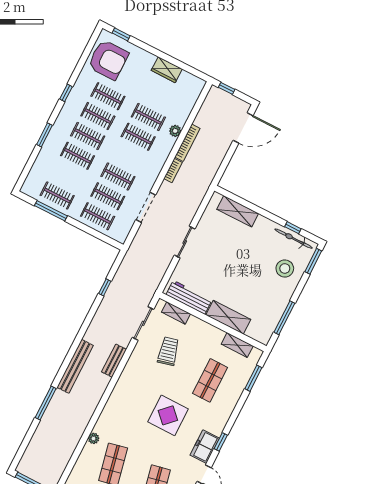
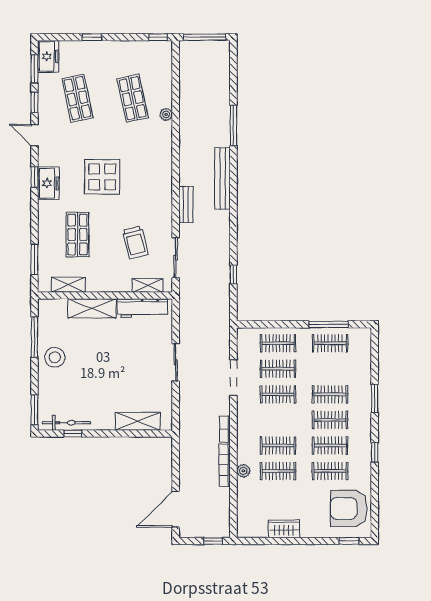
stool: (285, 268) -> (55, 357), moved
freezer: (205, 447) -> (48, 183), moved

